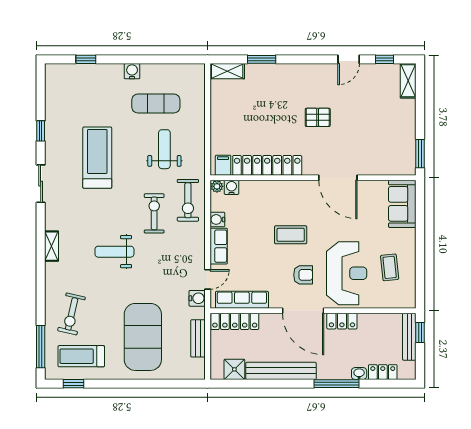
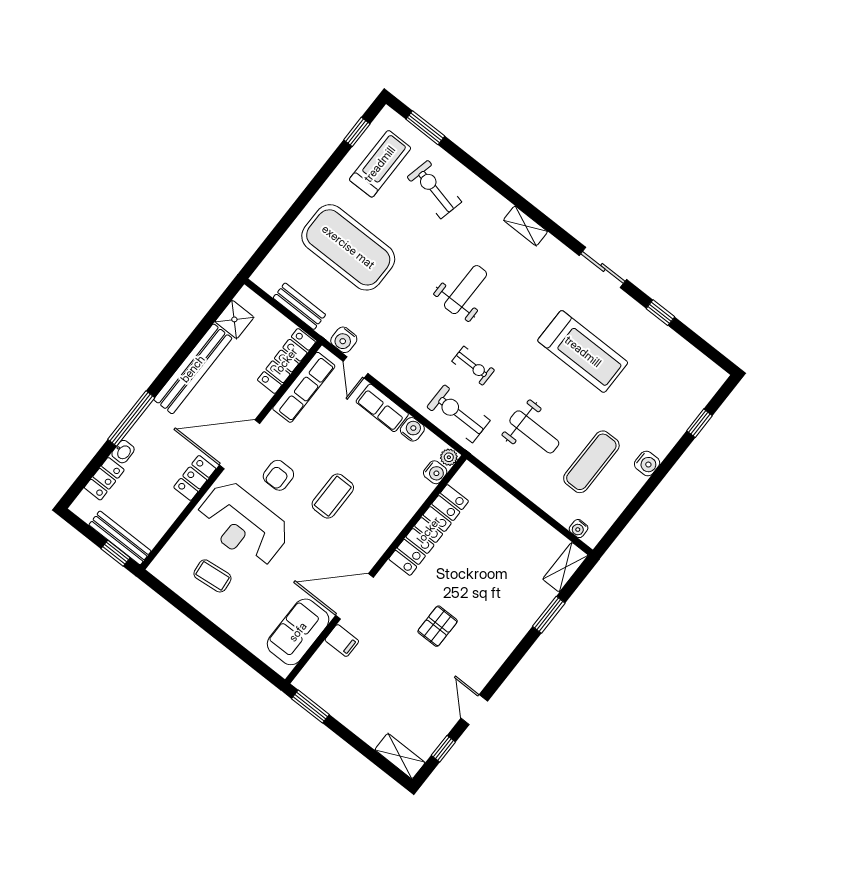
water cooler: (199, 81) -> (579, 529), added
filing cabinet: (223, 165) -> (342, 641), moved
sofa: (402, 204) -> (298, 632), moved, turned -90
exercise bike: (154, 213) -> (473, 366), width x0.73, depth x0.72
window: (41, 347) -> (425, 128), width x0.69

